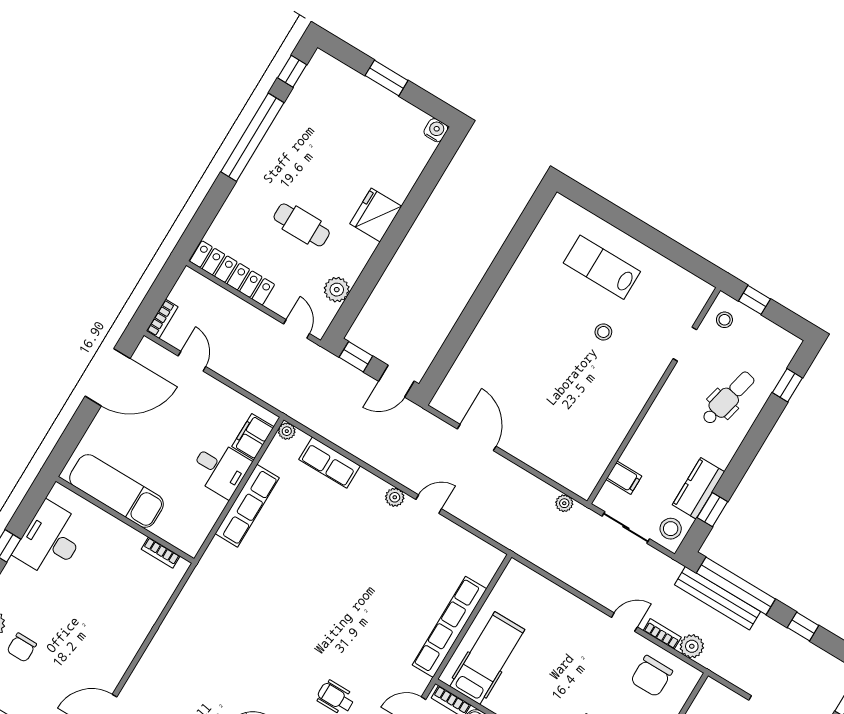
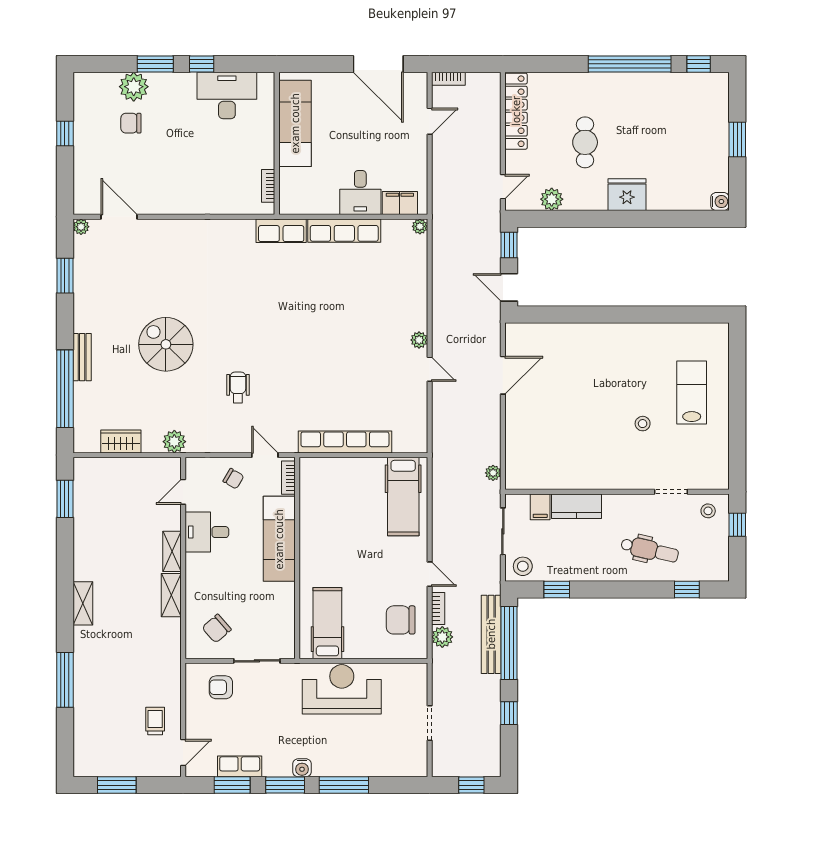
row of seats: (330, 463) -> (281, 231), moved, turned -90
kitchen counter: (698, 488) -> (576, 506), moved, turned 180
hospital bed: (487, 658) -> (403, 496), moved, turned 90

